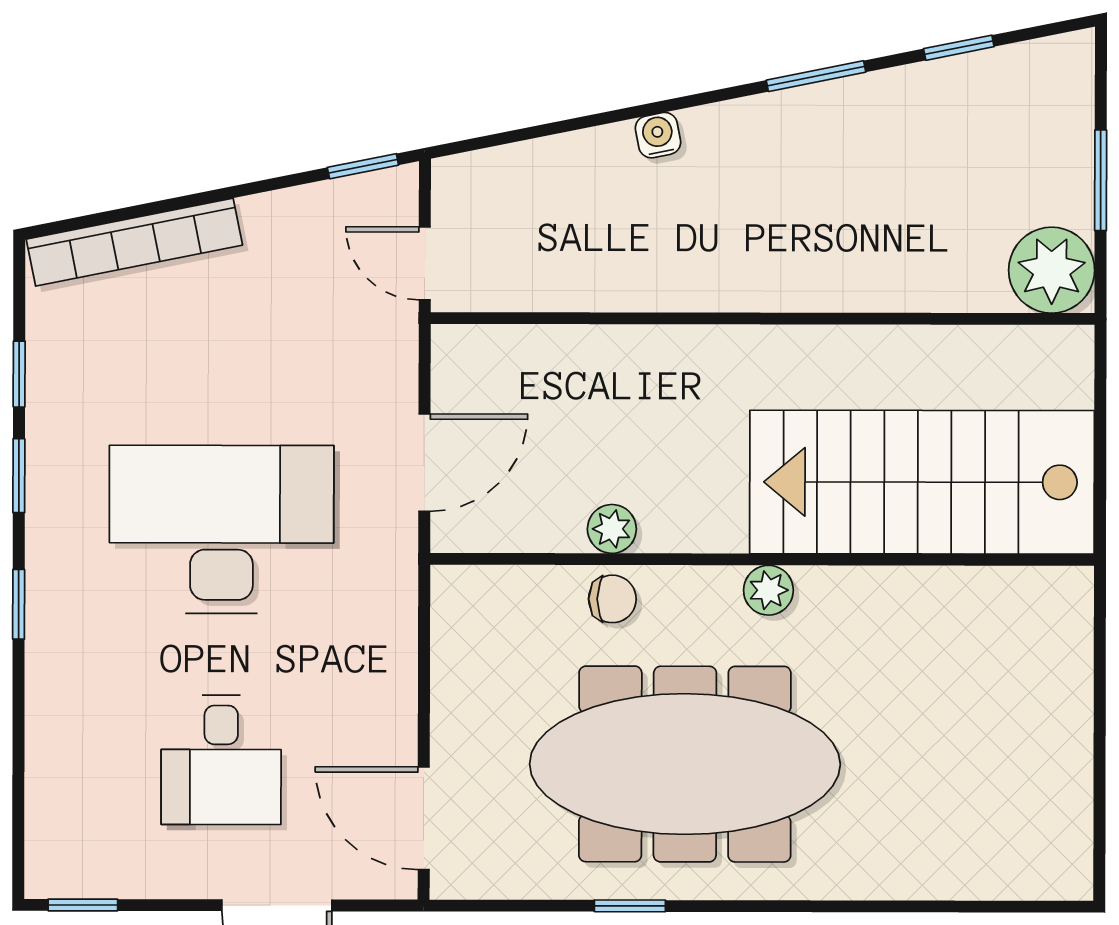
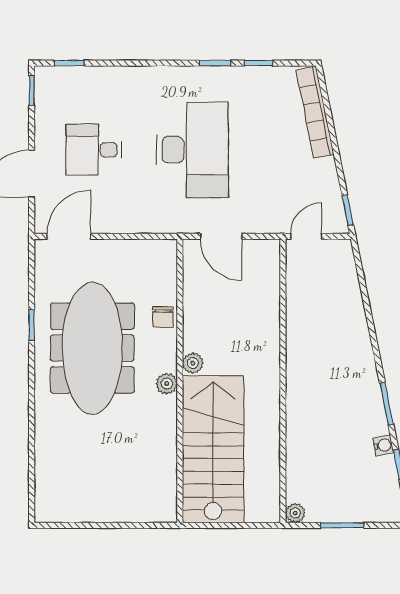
water cooler: (658, 135) -> (383, 445), moved
plant: (1052, 270) -> (295, 513), width x0.53, depth x0.53
plant: (612, 529) -> (193, 363), moved
window: (19, 604) -> (69, 63), moved

